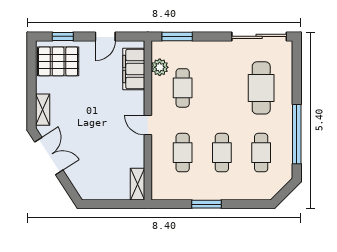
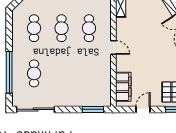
plant: (160, 67) -> (105, 88), removed
cafe table: (183, 88) -> (89, 73), removed
cafe table: (261, 88) -> (34, 73), width x0.73, depth x0.74
window: (297, 134) -> (9, 72), moved

